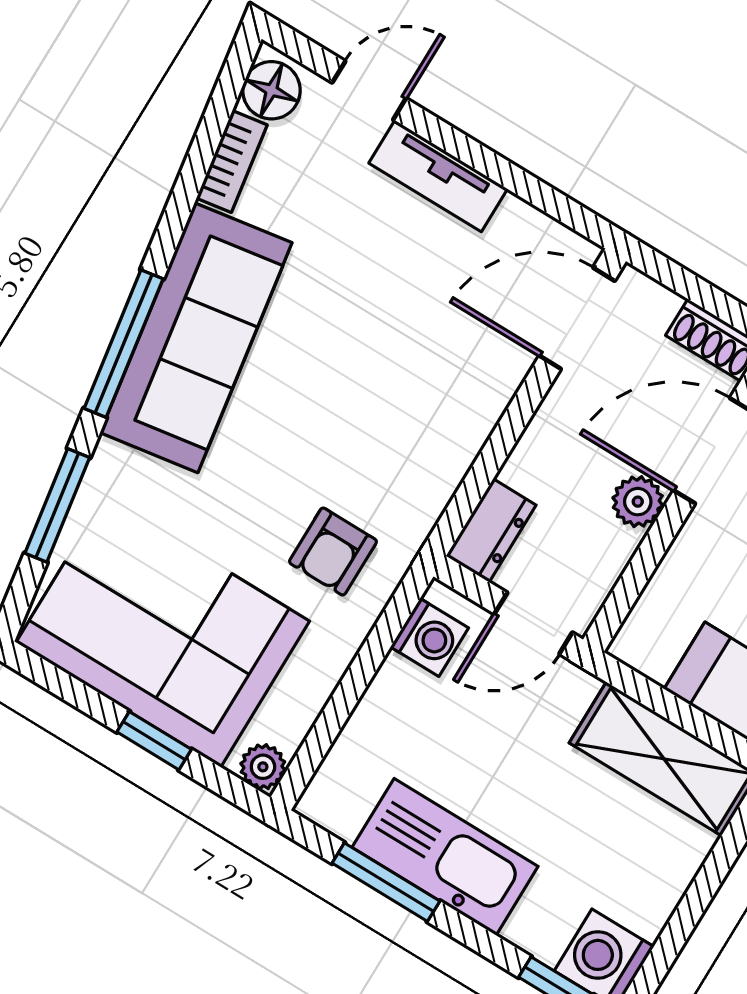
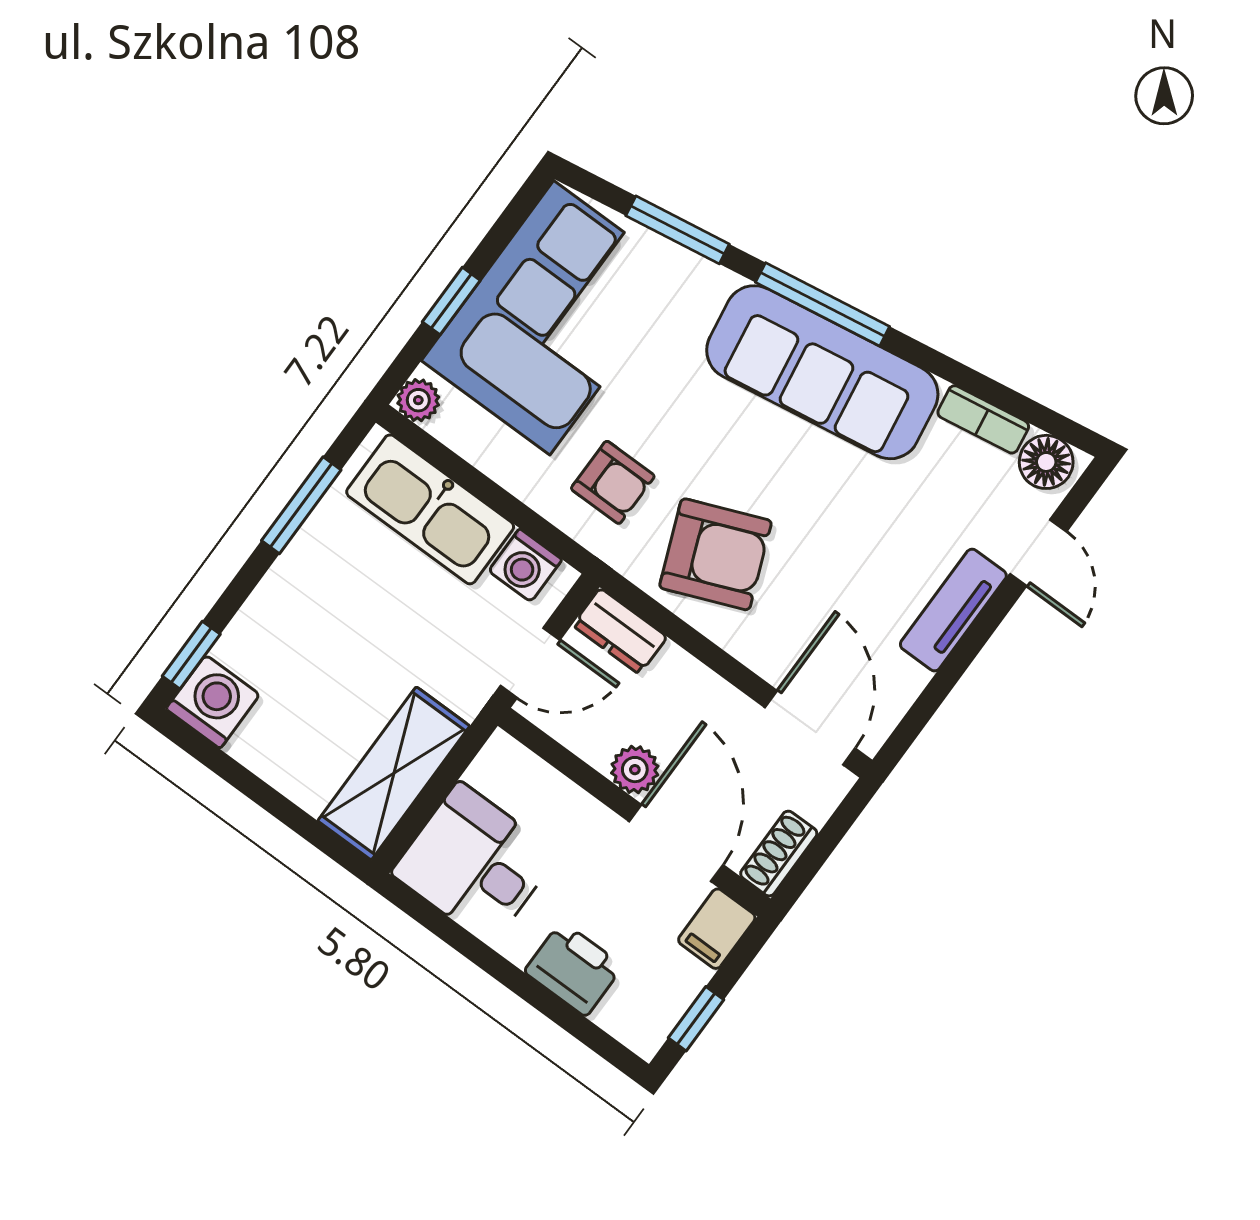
armchair: (400, 435) -> (715, 554), added
armchair: (333, 551) -> (613, 482), turned 180
door: (533, 623) -> (530, 663), swing flipped
kitchen sink: (445, 857) -> (430, 509), moved, turned 90

